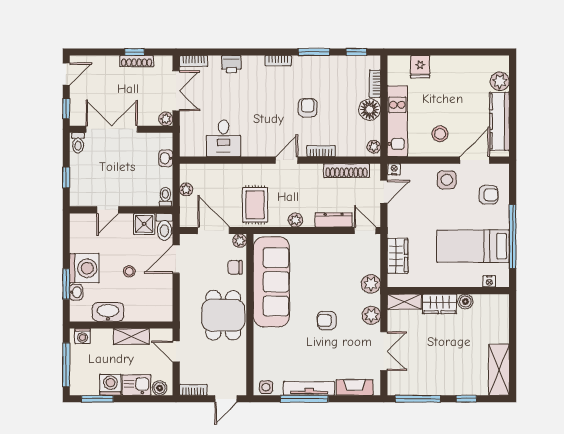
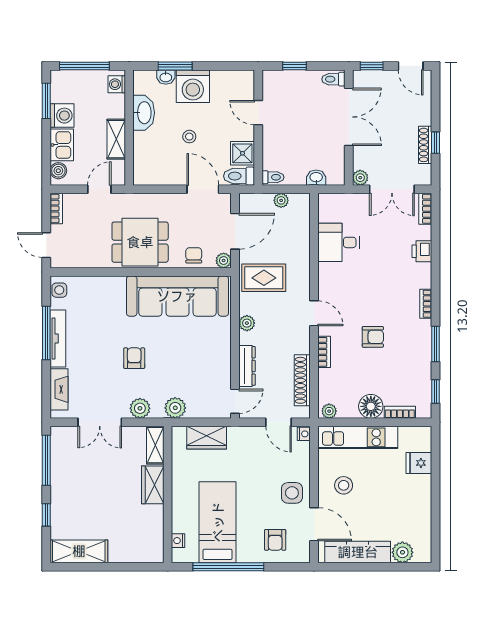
boiler: (465, 302) -> (155, 514), removed

